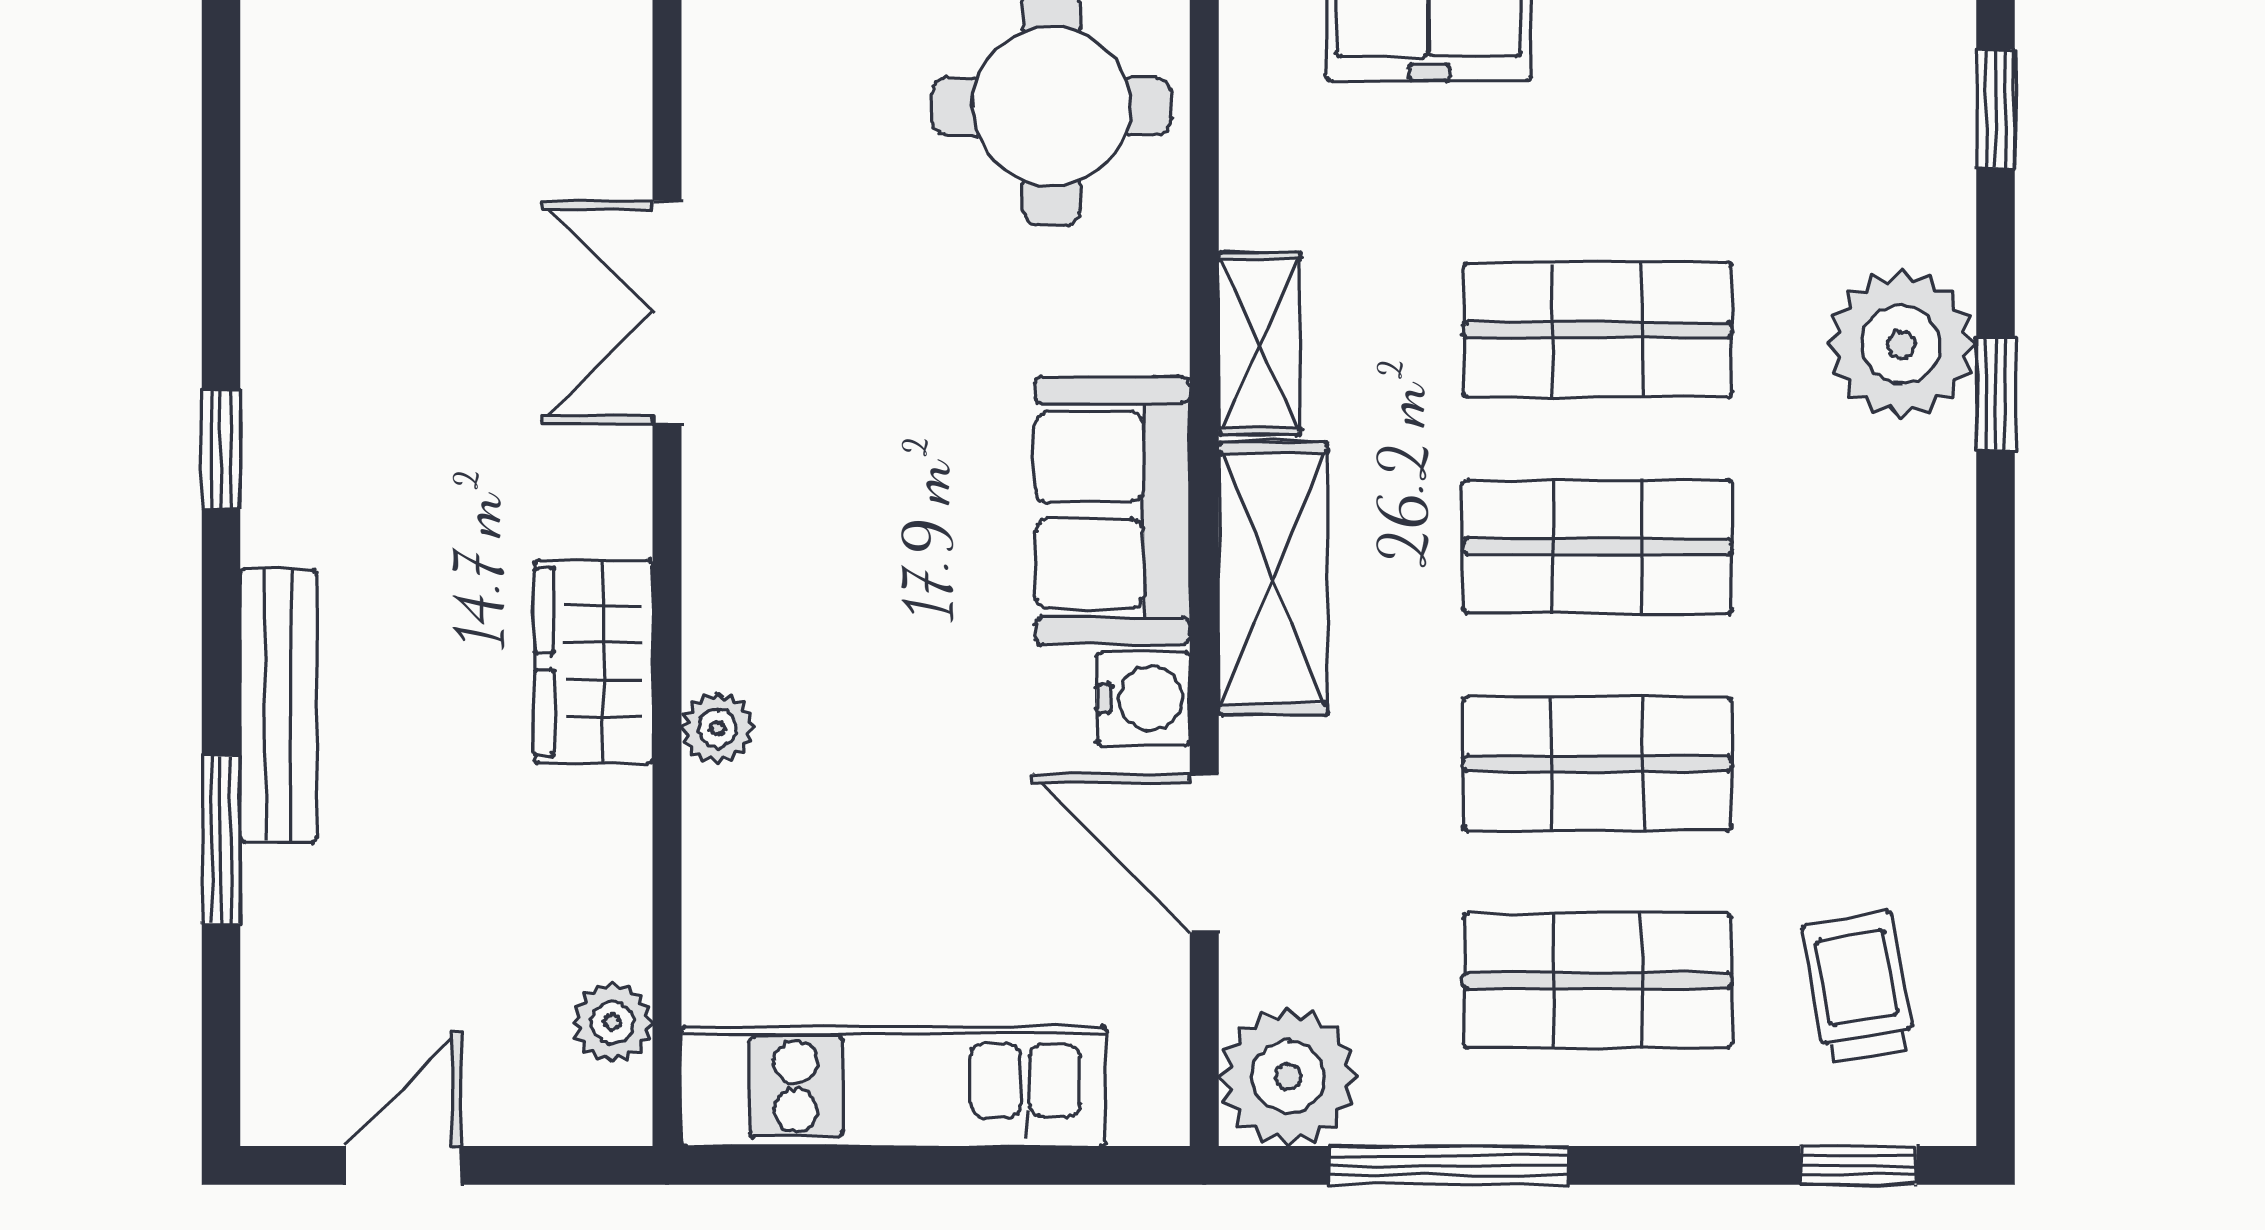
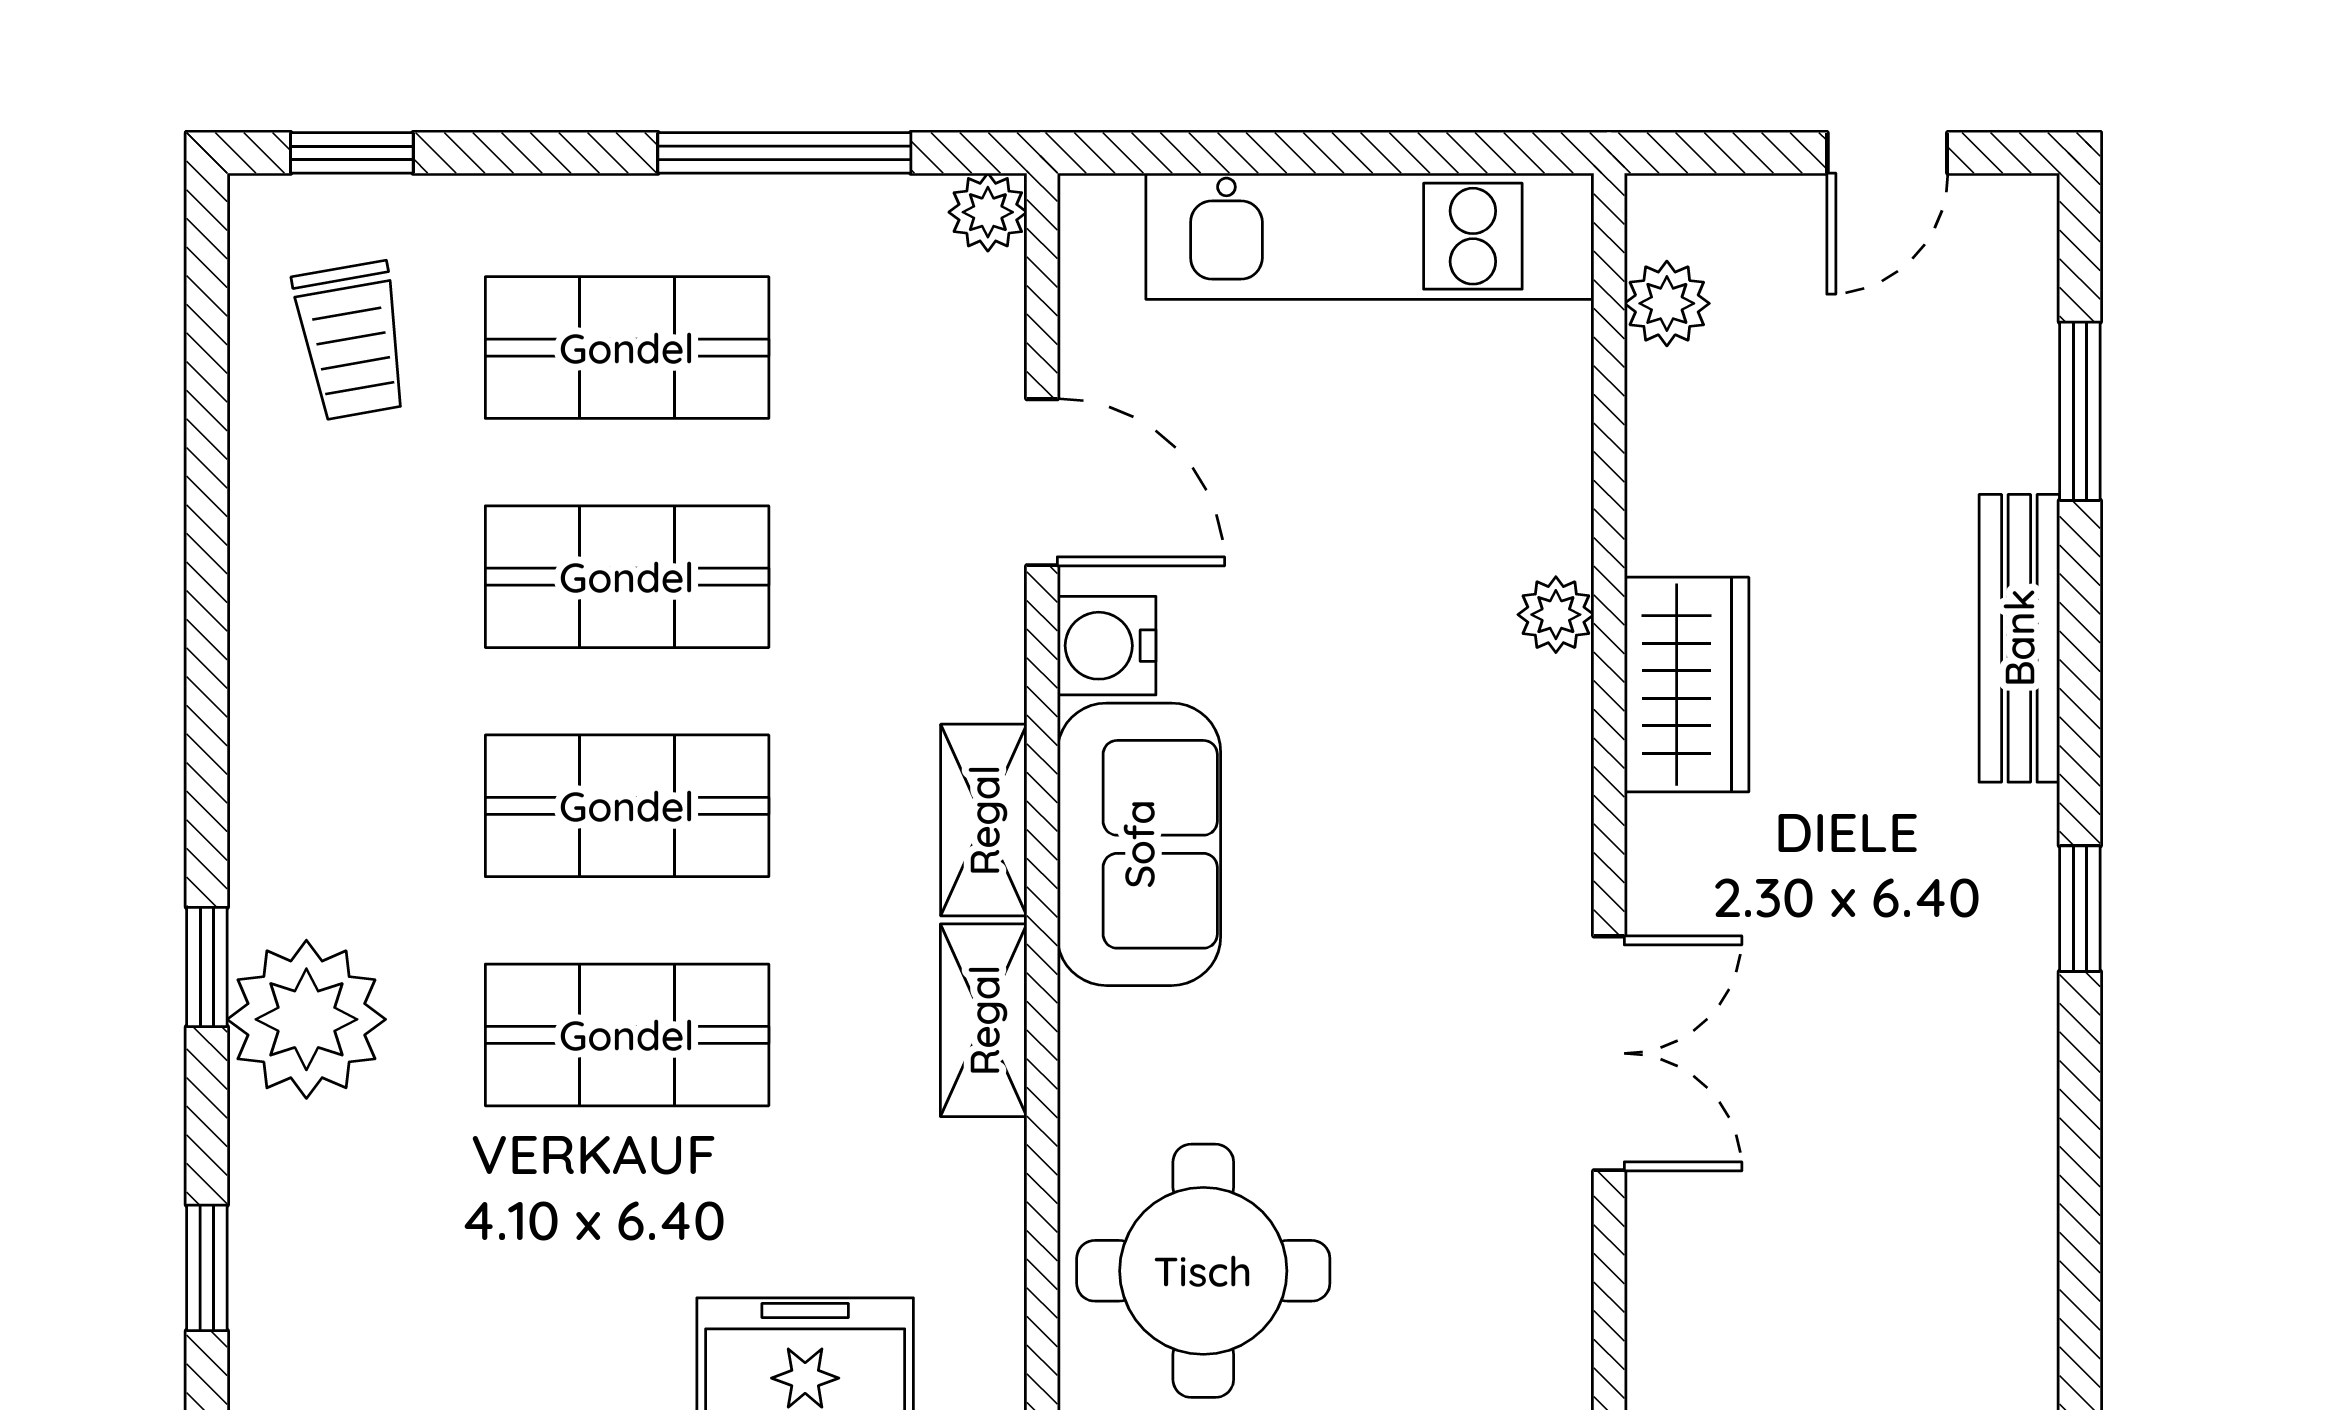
shelving: (1273, 579) -> (984, 820), width x0.67, depth x0.75
window: (221, 840) -> (2080, 411), moved
plant: (1288, 1077) -> (988, 212), width x0.53, depth x0.53

